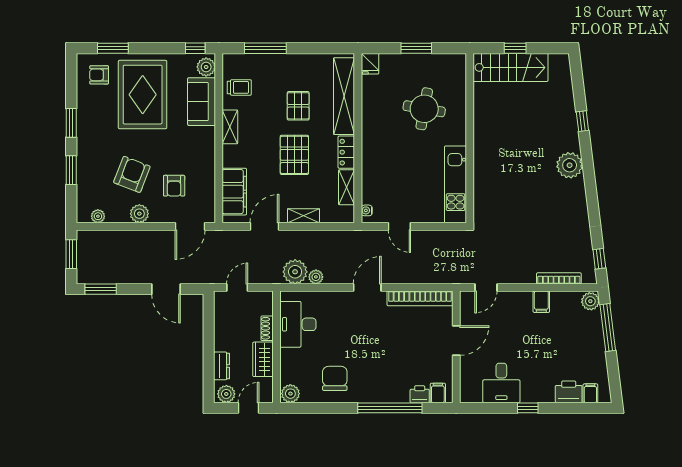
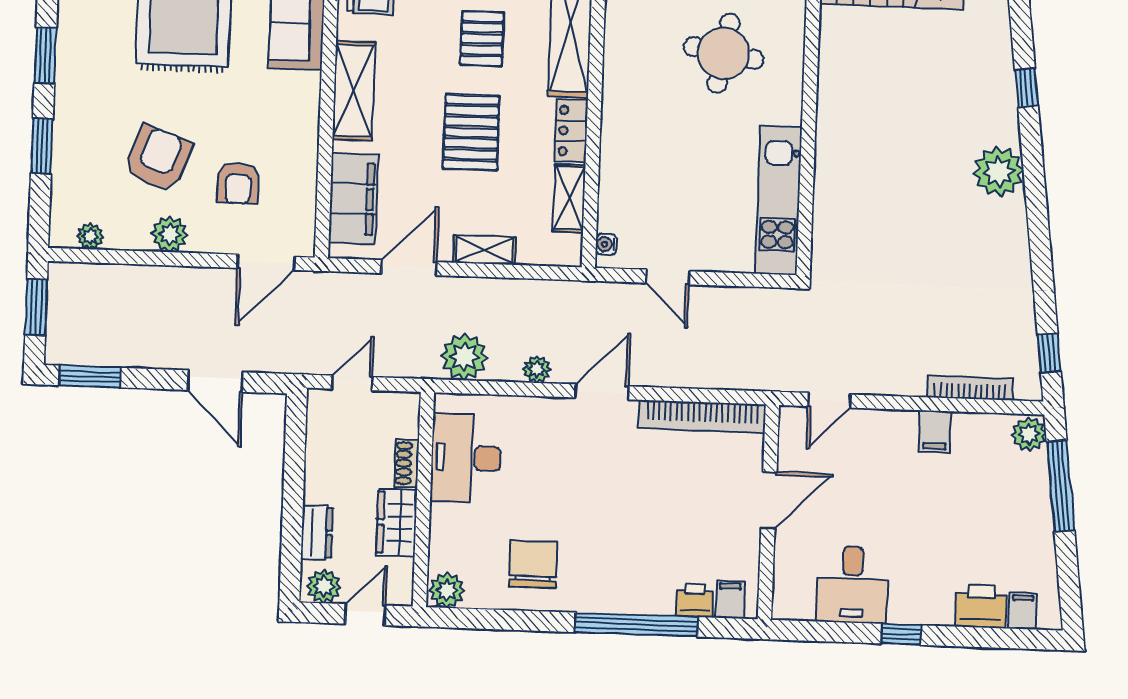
shelving: (230, 127) -> (354, 91), width x1.50, depth x1.33
plant: (316, 277) -> (537, 369), moved

